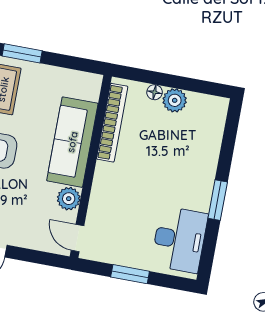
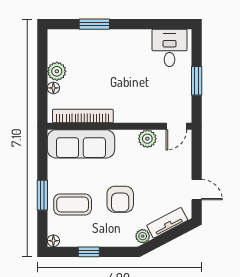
sofa: (72, 142) -> (81, 144), moved
window: (218, 200) -> (94, 24), moved
desk: (179, 240) -> (170, 48), width x0.73

